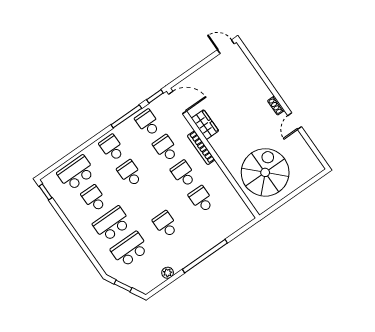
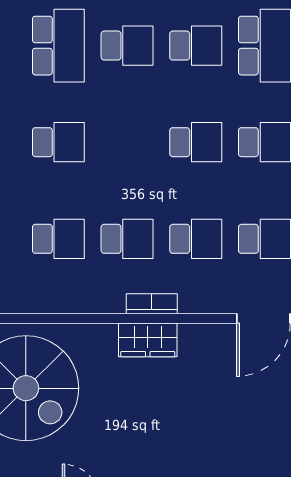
wardrobe: (205, 125) -> (148, 340), moved
bookcase: (201, 148) -> (152, 304), width x0.64
school desk: (112, 224) -> (127, 46), width x0.54

